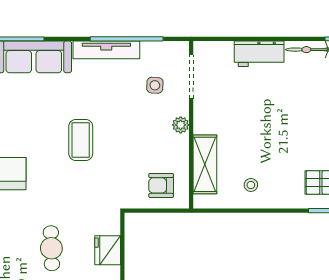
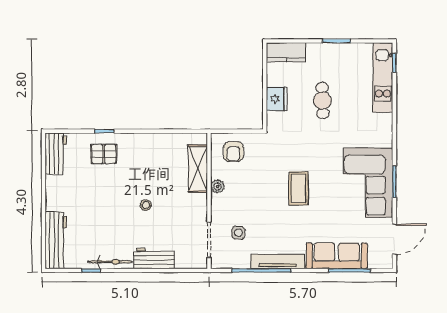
plant: (181, 125) -> (218, 186), moved
armchair: (161, 185) -> (233, 152), turned 90
stool: (251, 185) -> (146, 205), moved

